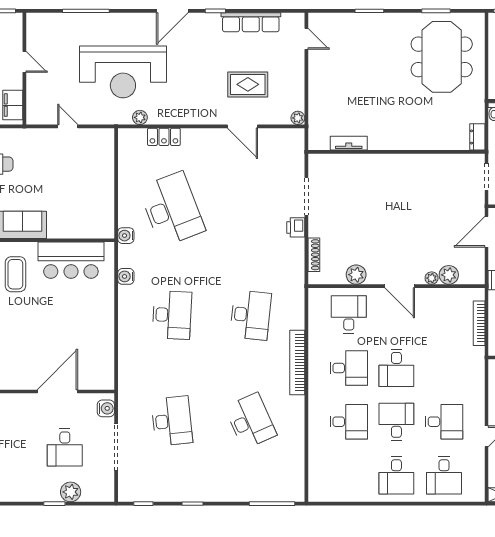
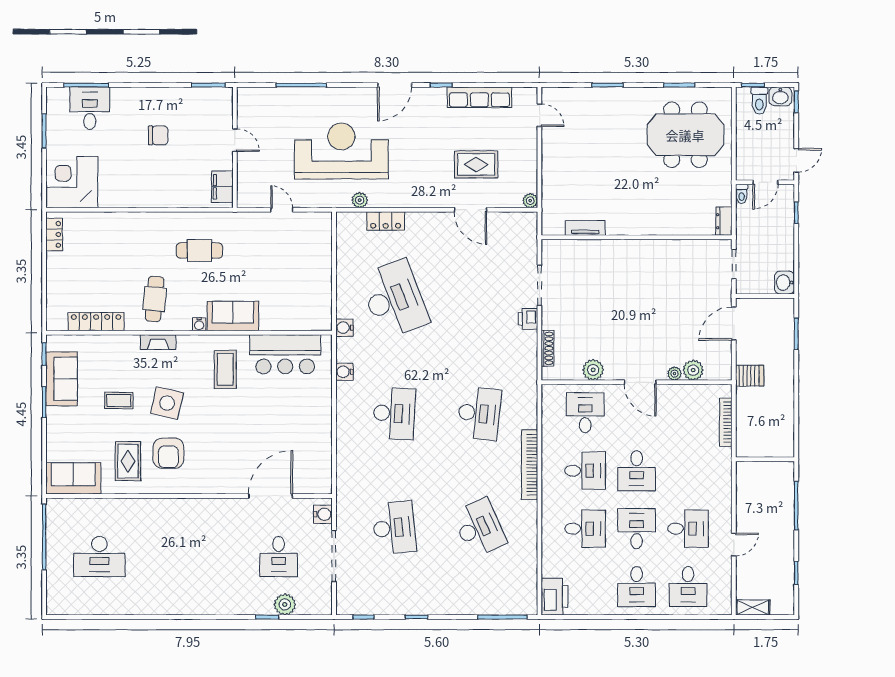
meeting table: (442, 57) -> (685, 135), turned 90
reception desk: (123, 72) -> (341, 151), turned 180
printer: (320, 485) -> (555, 597), added

